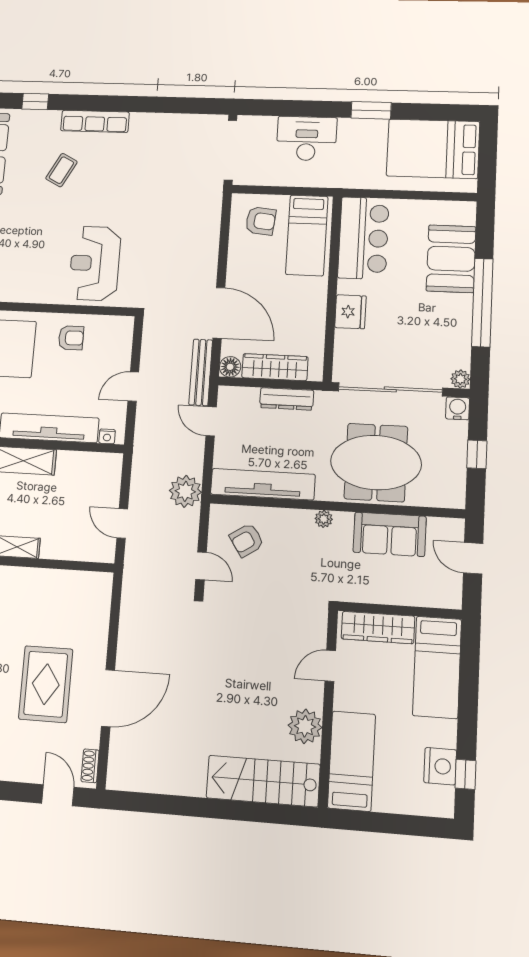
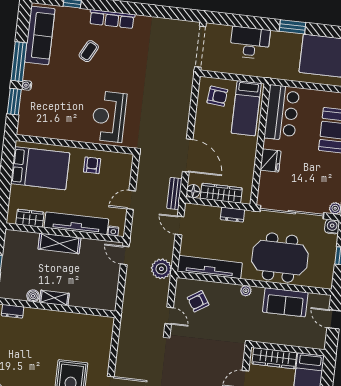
armchair: (71, 338) -> (92, 165), turned -90
bench: (201, 372) -> (174, 193), width x0.73
dresser: (287, 399) -> (232, 215), width x0.70
door: (122, 523) -> (125, 255), moved

